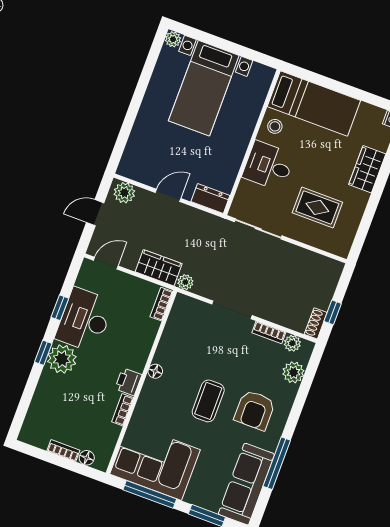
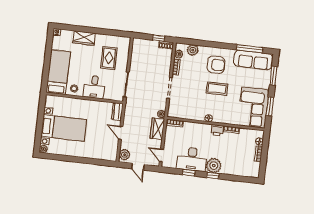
window: (277, 463) -> (250, 49), moved
window: (150, 494) -> (270, 106), width x0.69

